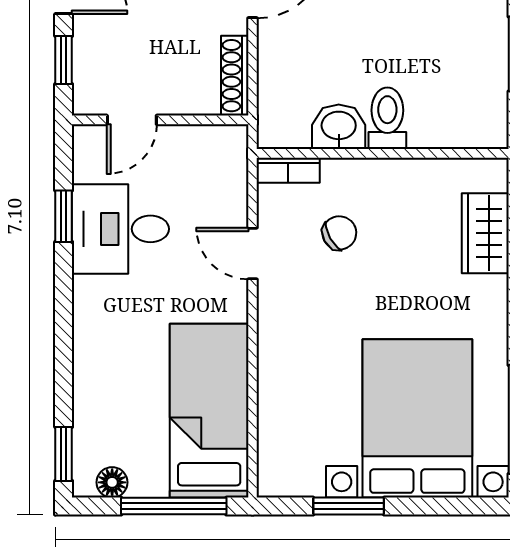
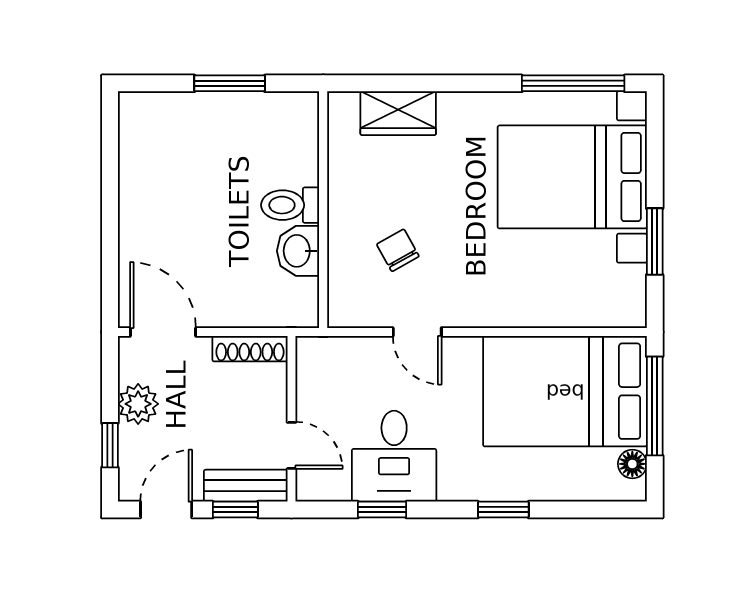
bench: (89, 71) -> (246, 486), added
bookcase: (288, 170) -> (339, 298), removed
door: (252, 254) -> (417, 332), hinge flipped
bed: (209, 411) -> (565, 391), width x1.50
window: (64, 454) -> (503, 510), moved

